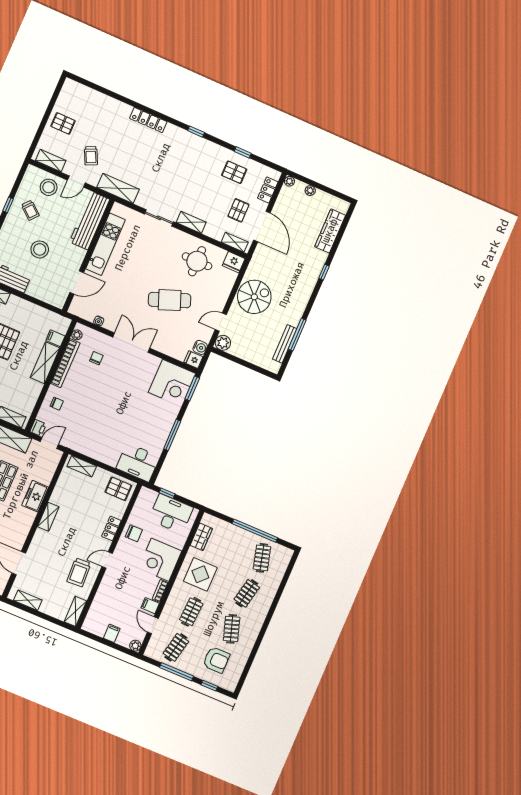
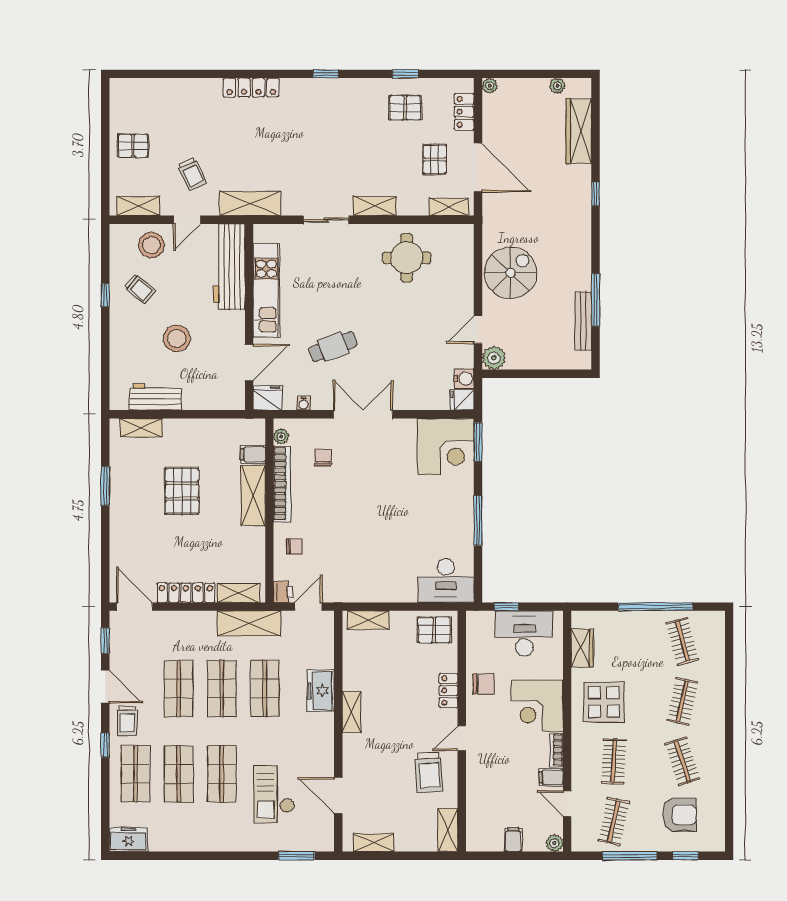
plant: (310, 191) -> (557, 86), moved
fridge: (234, 262) -> (267, 398), moved, turned 180
cafe table: (170, 300) -> (333, 347), moved, width x0.73, depth x0.74

